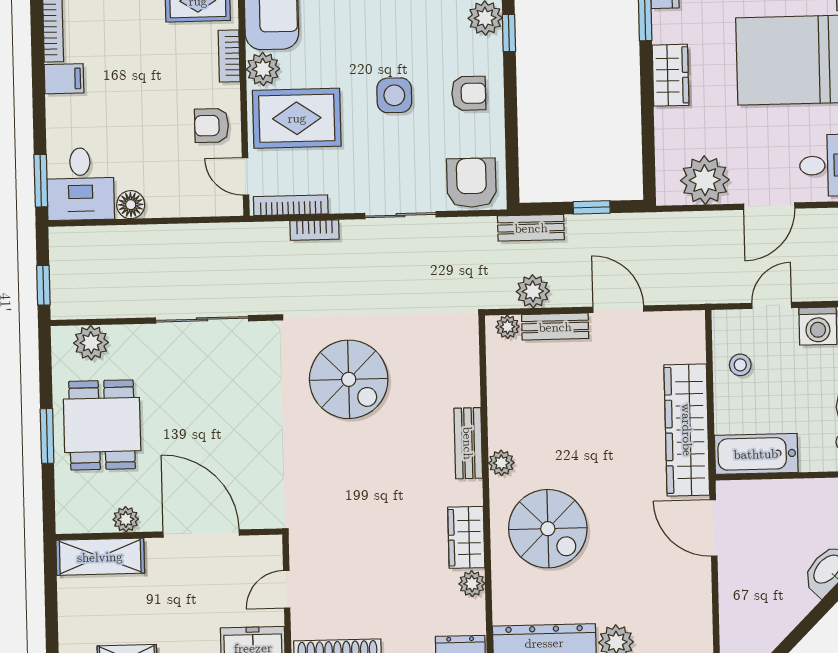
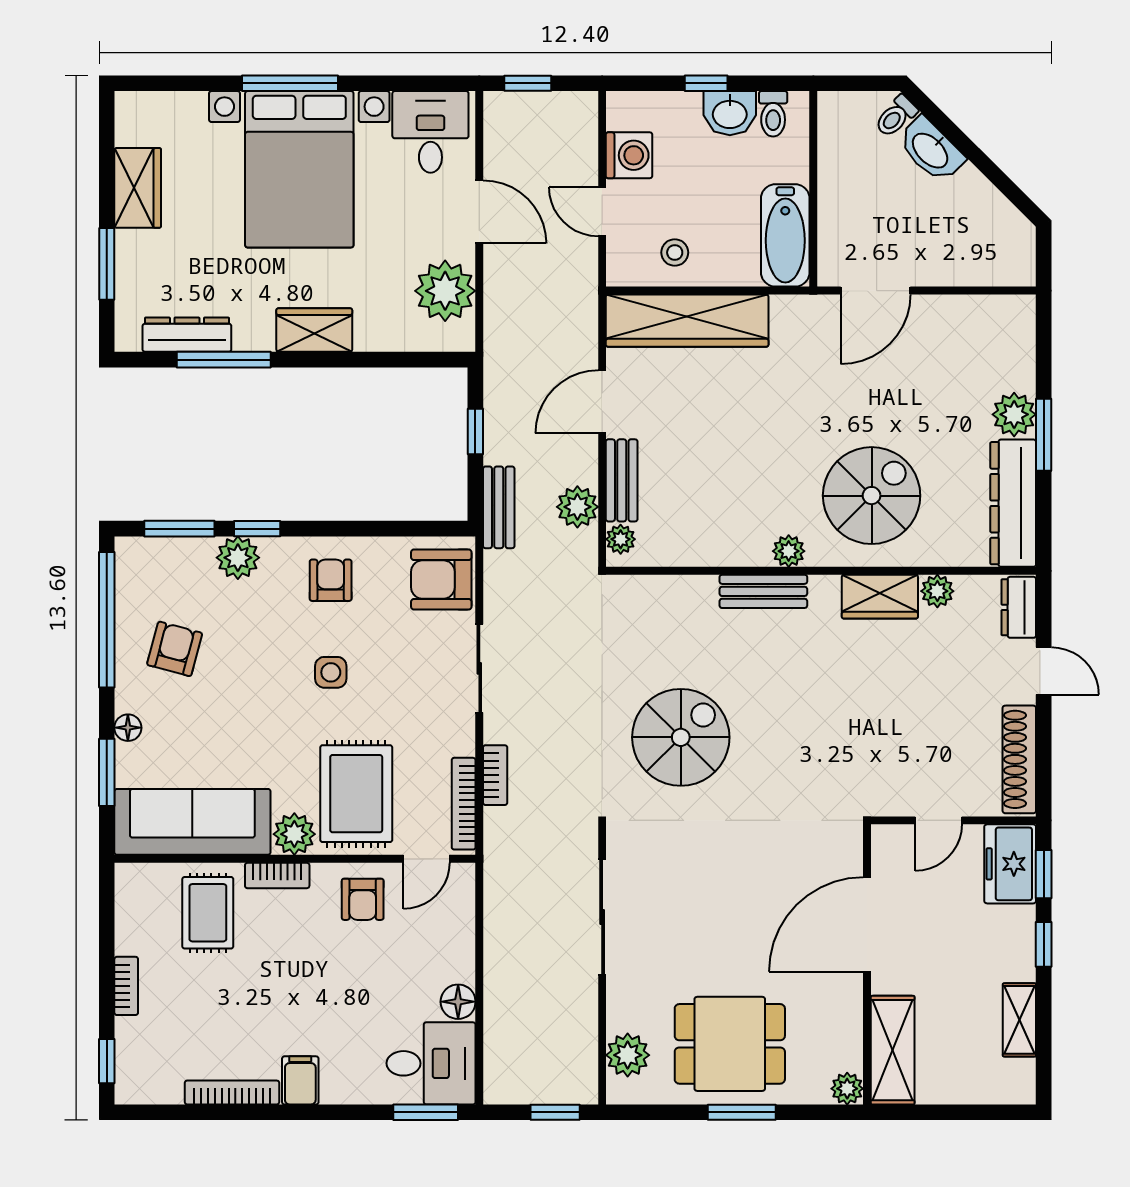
side table: (394, 95) -> (331, 672), width x0.73, depth x0.73
wardrobe: (687, 430) -> (687, 321), moved
plant: (126, 519) -> (847, 1089), moved
door: (287, 589) -> (939, 820), hinge flipped

